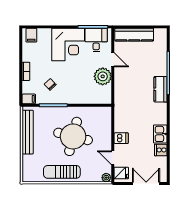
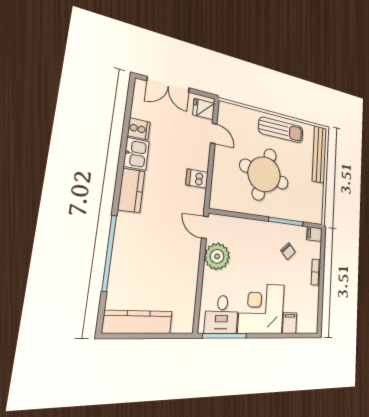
filing cabinet: (31, 35) -> (290, 323), moved
kitchen counter: (134, 35) -> (138, 322), moved
door: (113, 60) -> (205, 227), moved
kitchen counter: (161, 89) -> (131, 190), moved
bench: (28, 132) -> (319, 154), moved
dishwasher: (121, 138) -> (197, 179), moved
plant: (106, 178) -> (225, 108), removed

